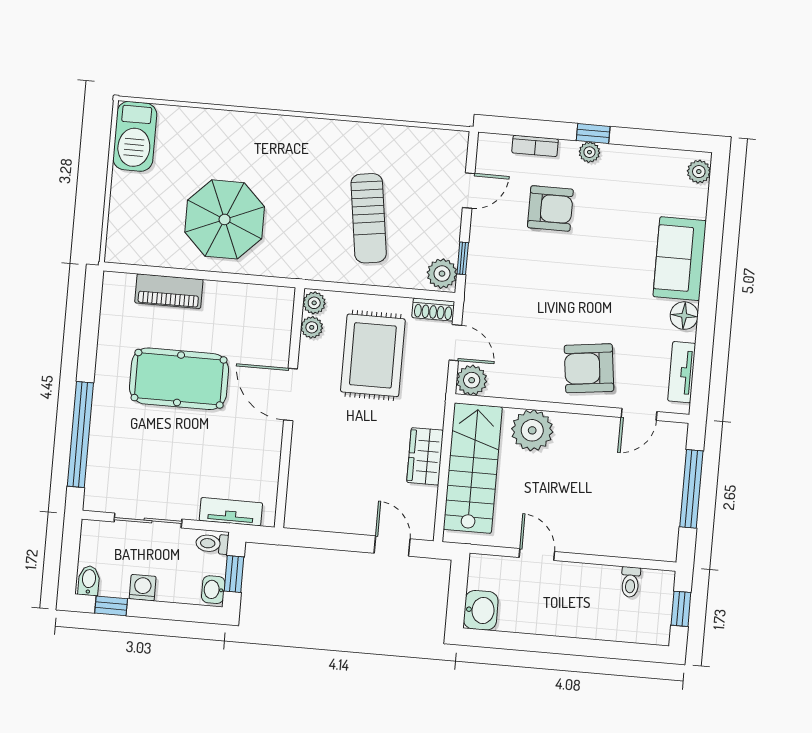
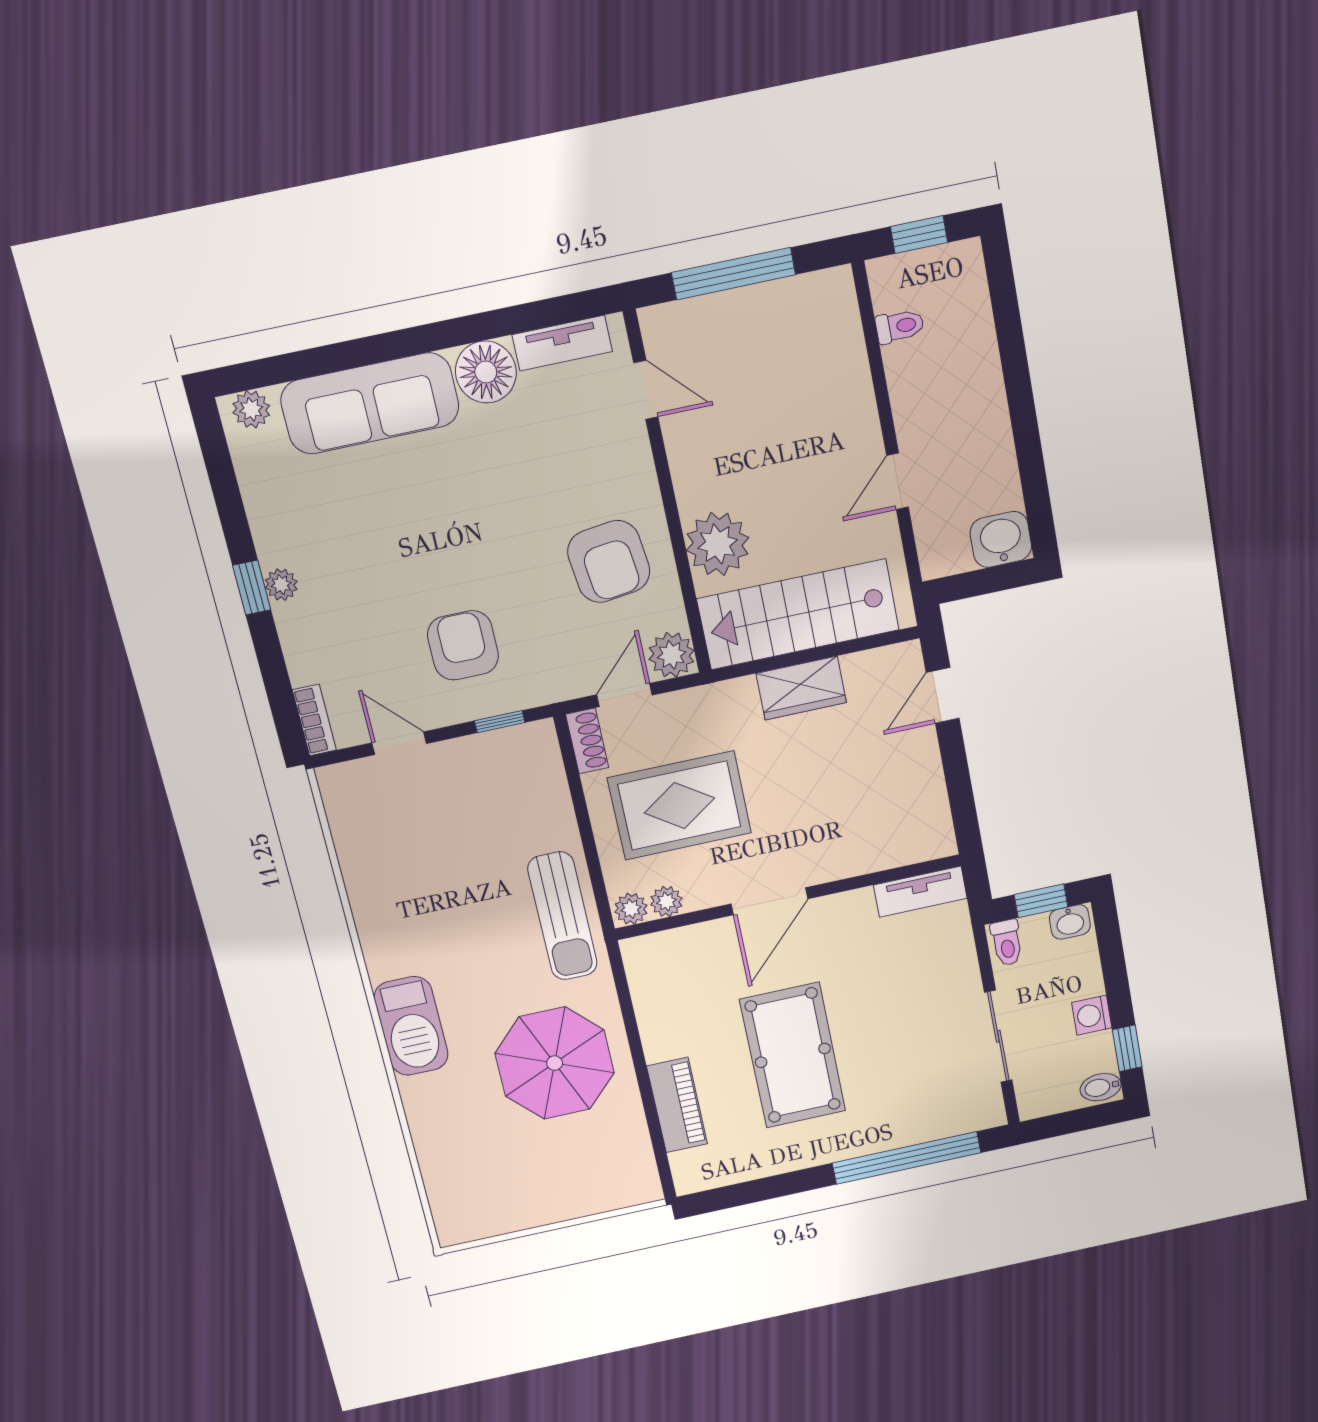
barbecue: (135, 136) -> (411, 1026), moved, turned 90
bookcase: (535, 146) -> (314, 720), moved
armchair: (550, 208) -> (463, 645), moved
sun lounger: (369, 218) -> (563, 916), moved, turned 98
sofa: (680, 259) -> (370, 403), width x1.36
plant: (442, 274) -> (531, 744), removed
floor lamp: (684, 316) -> (486, 372), width x1.38, depth x1.38
armchair: (589, 368) -> (609, 561), moved
tv unit: (231, 512) -> (920, 892), moved, turned -90

